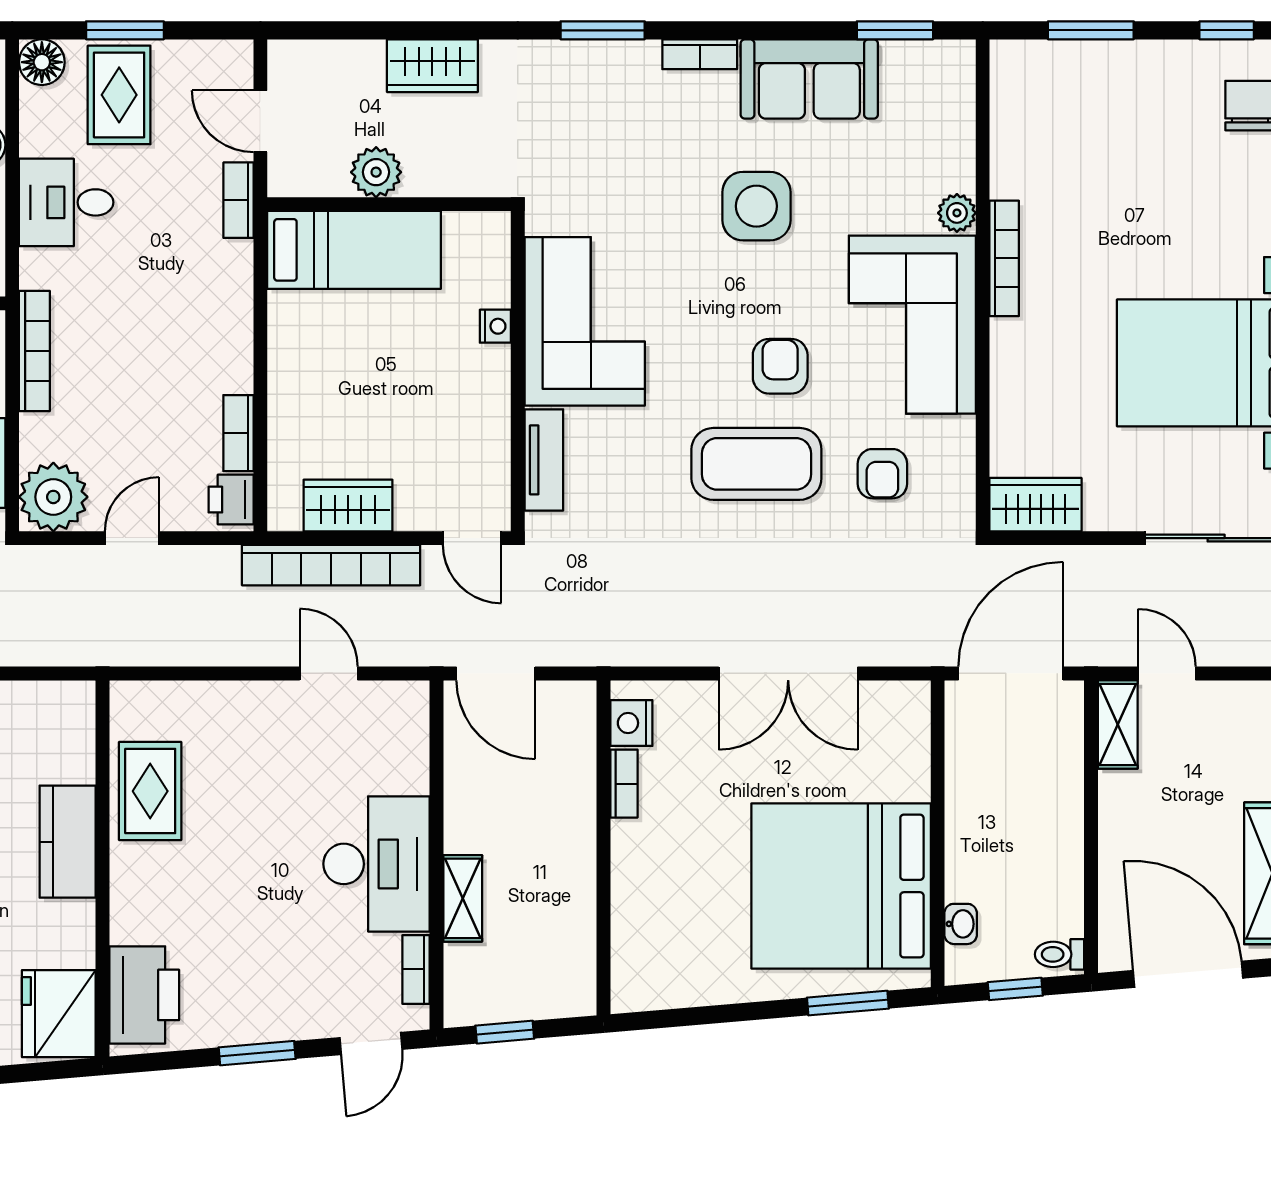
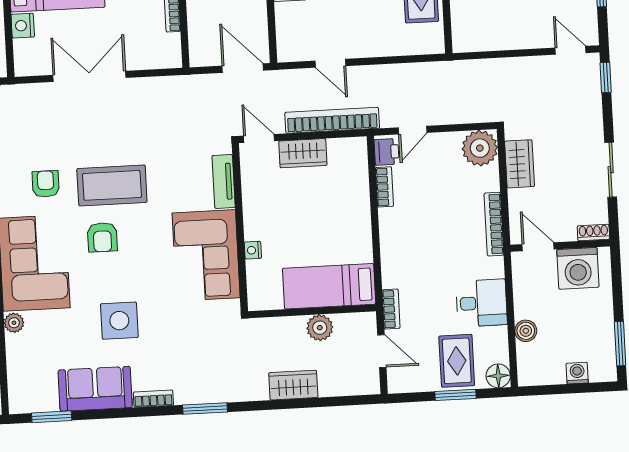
wardrobe: (348, 506) -> (303, 153), moved
door: (132, 538) -> (413, 130), moved
nightstand: (631, 723) -> (23, 26), moved, turned 180

